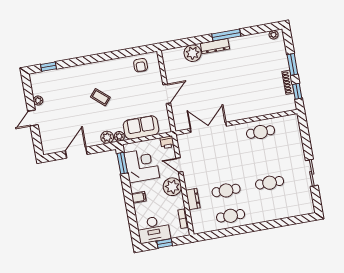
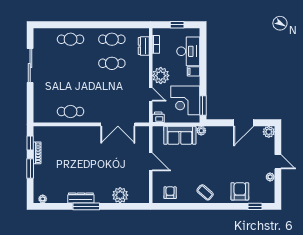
dresser: (215, 46) -> (81, 198), moved
armchair: (67, 80) -> (240, 191), added
door: (167, 94) -> (151, 162), swing flipped
coffee table: (100, 97) -> (205, 192), moved
door: (33, 118) -> (278, 162), hinge flipped
plant: (107, 137) -> (269, 132), moved
sliding door: (312, 173) -> (30, 66), width x1.37
cafe table: (270, 183) -> (71, 39), moved
dresser: (193, 199) -> (144, 46), moved
desk: (153, 229) -> (188, 51), moved, turned 90

